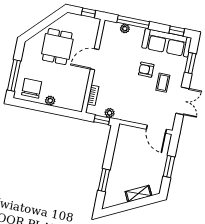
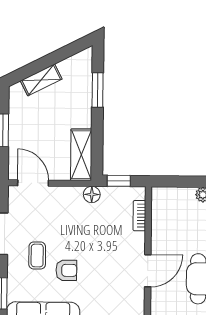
plant: (110, 113) -> (109, 194), removed
floor lamp: (121, 115) -> (92, 194), added
shelving: (122, 141) -> (81, 155), added

